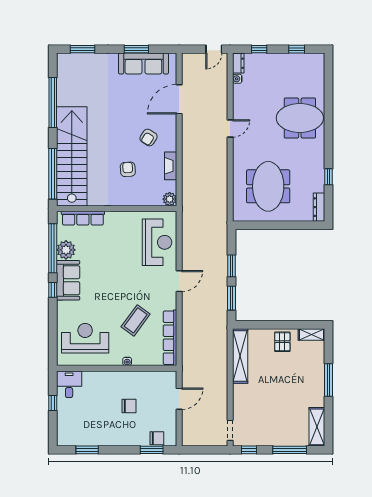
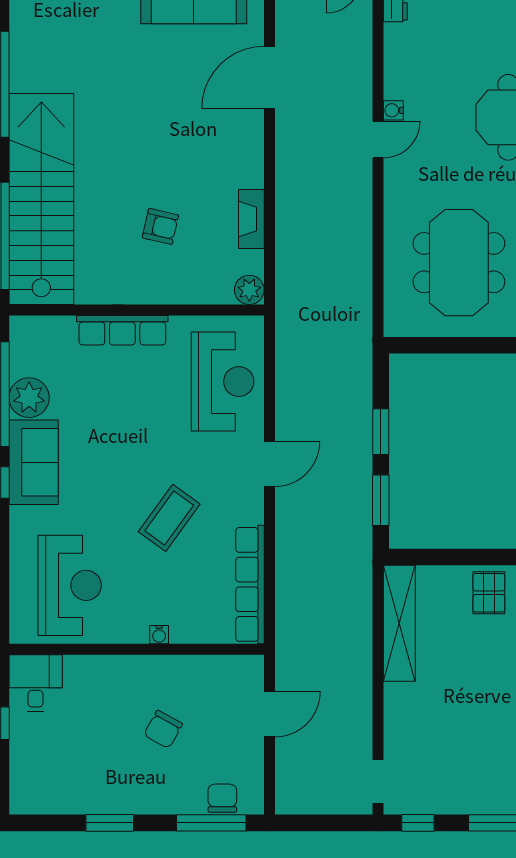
water cooler: (237, 79) -> (393, 110), moved
armchair: (148, 137) -> (204, 159), removed
armchair: (128, 169) -> (160, 226), turned 107
row of seats: (83, 218) -> (122, 330), moved
coffee table: (136, 320) -> (169, 518), moved
reception desk: (85, 338) -> (70, 585), turned 90
chair: (129, 406) -> (163, 729), turned 119
chair: (157, 438) -> (222, 798), turned -90
window: (87, 450) -> (110, 823), moved
window: (152, 450) -> (211, 823), width x1.44

